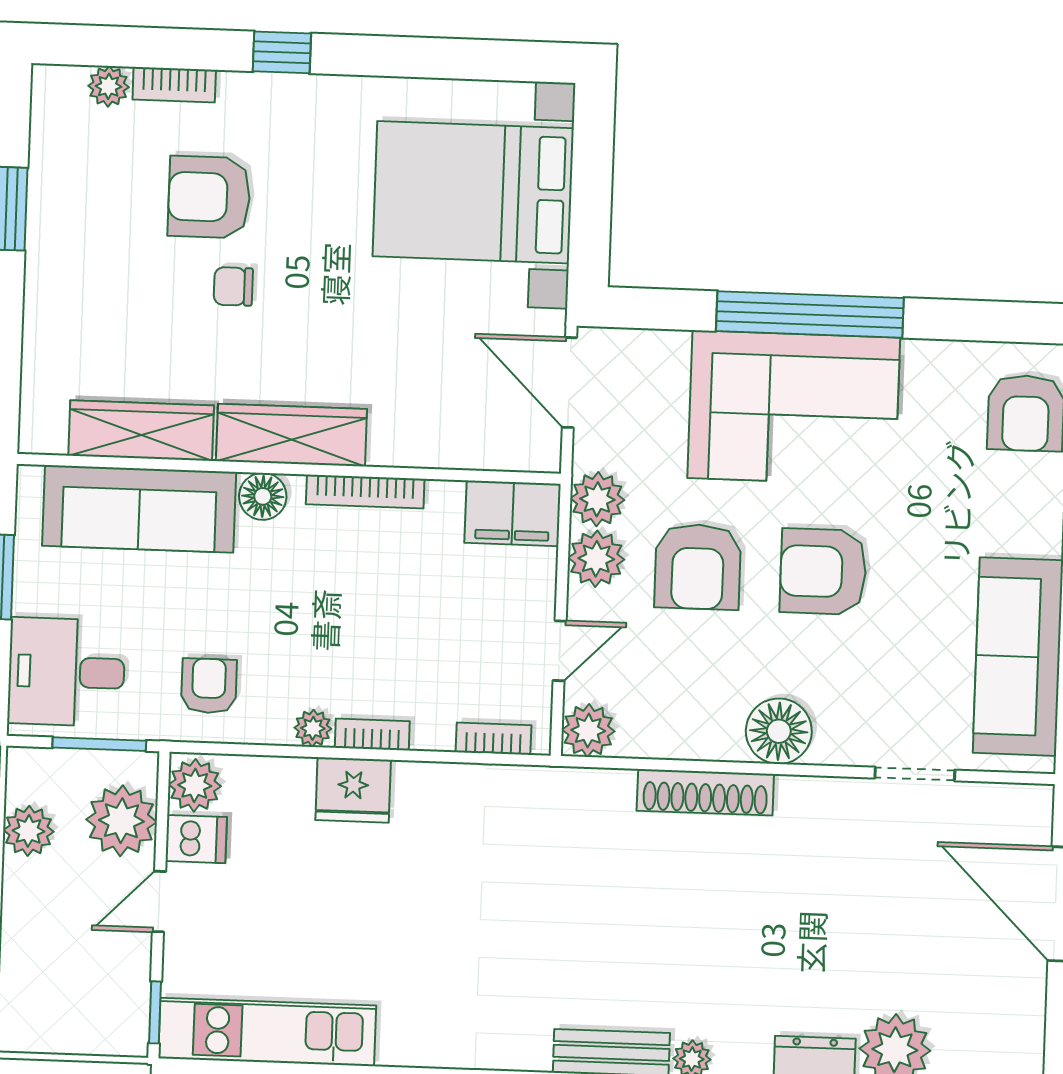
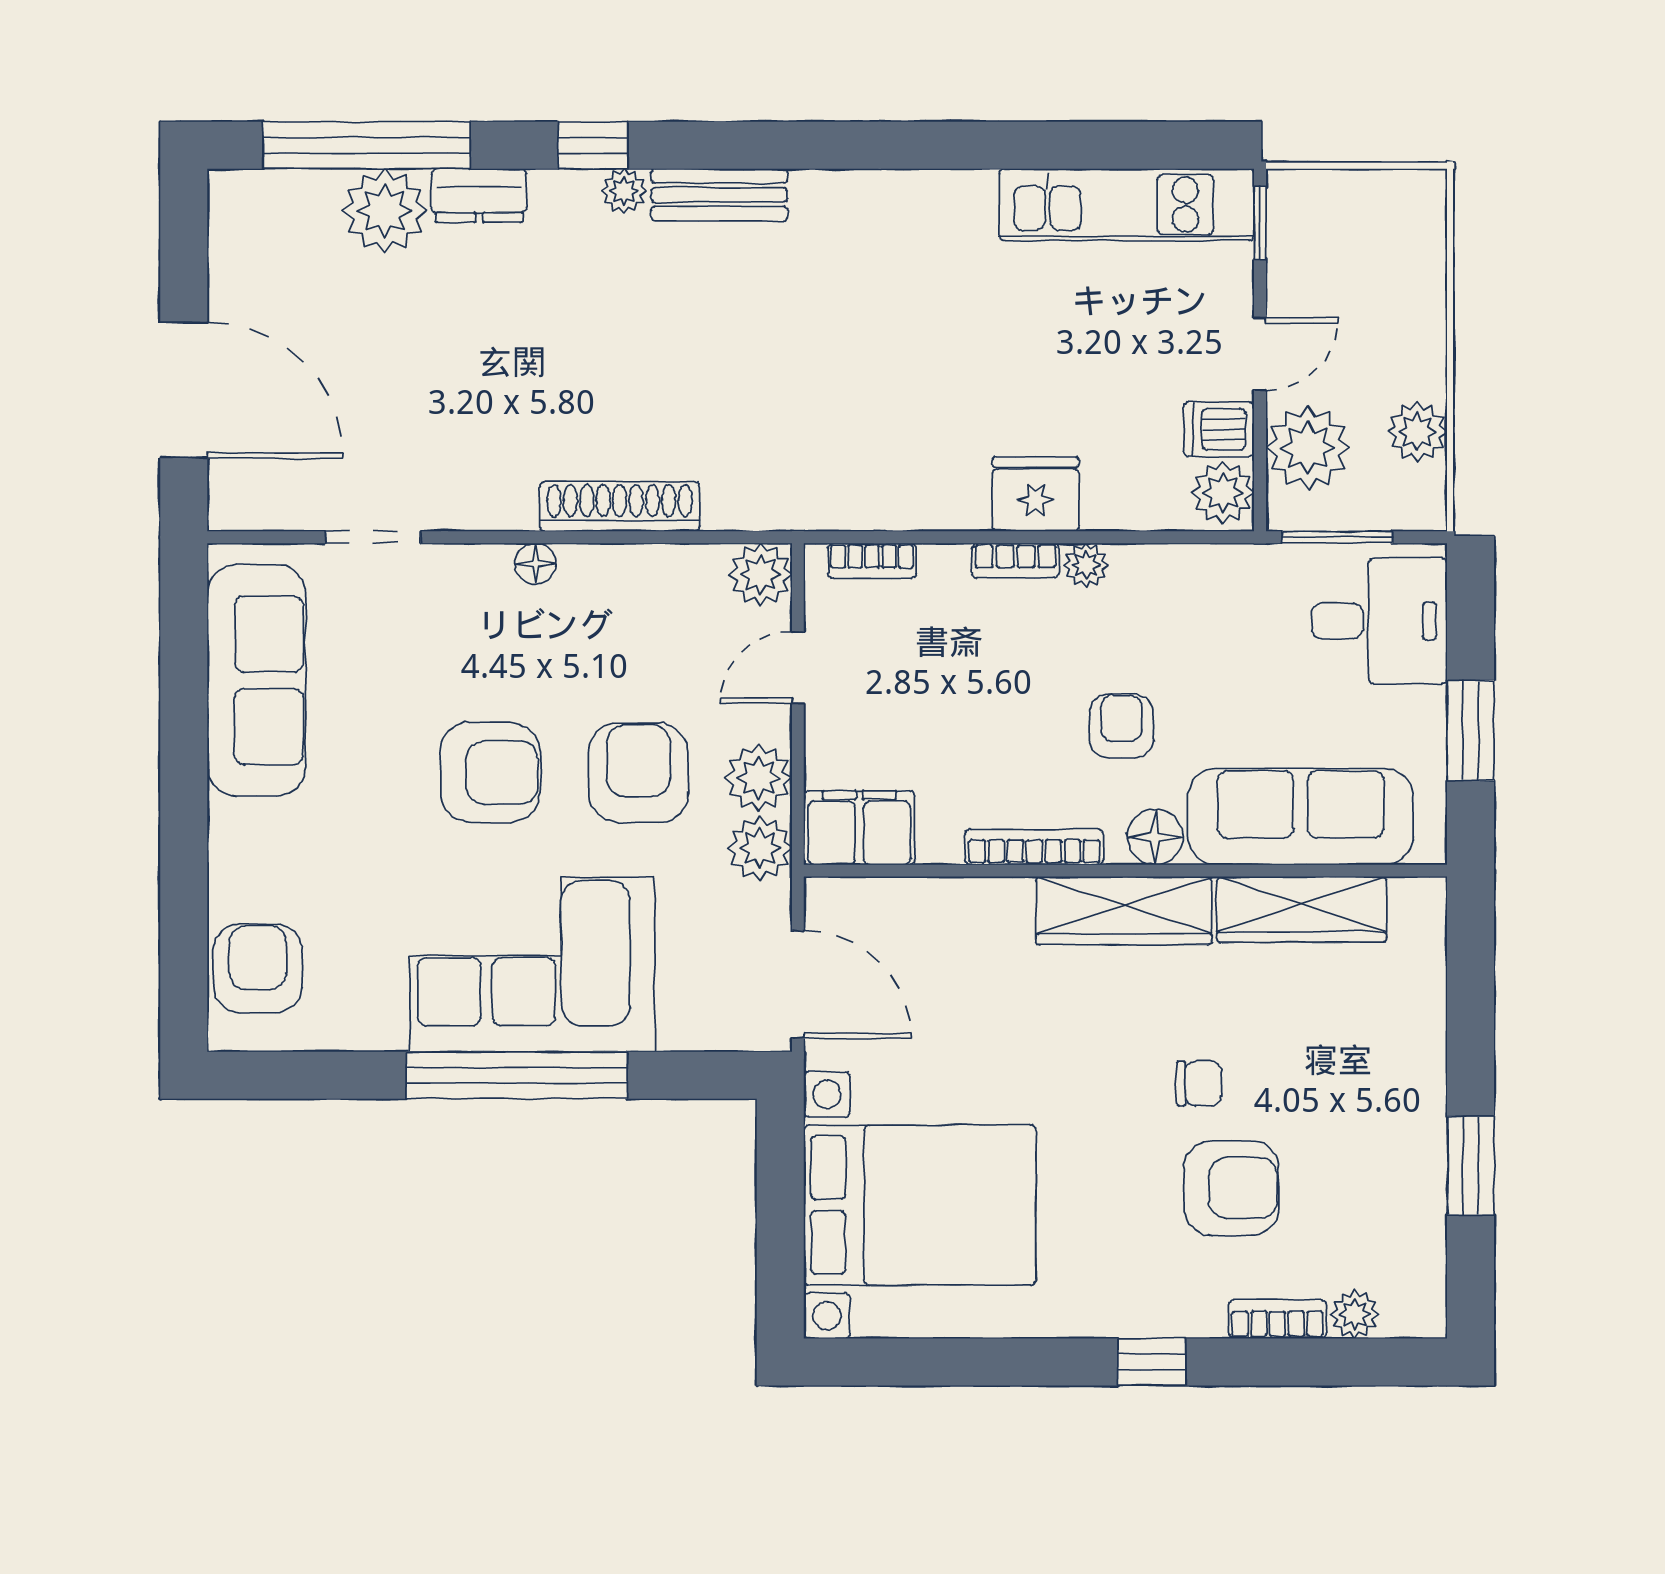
armchair: (209, 686) -> (1121, 726), moved, turned 180
floor lamp: (779, 731) -> (536, 564), width x0.53, depth x0.53

